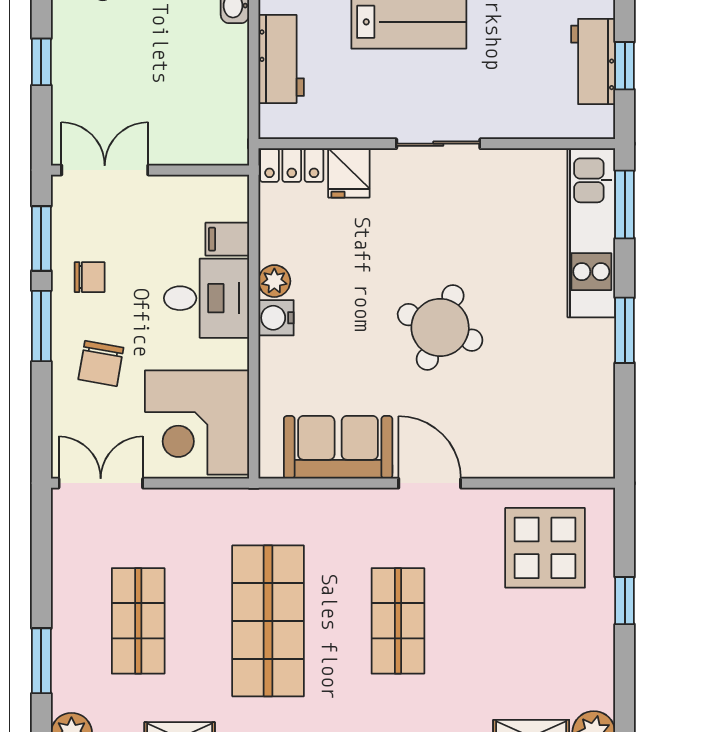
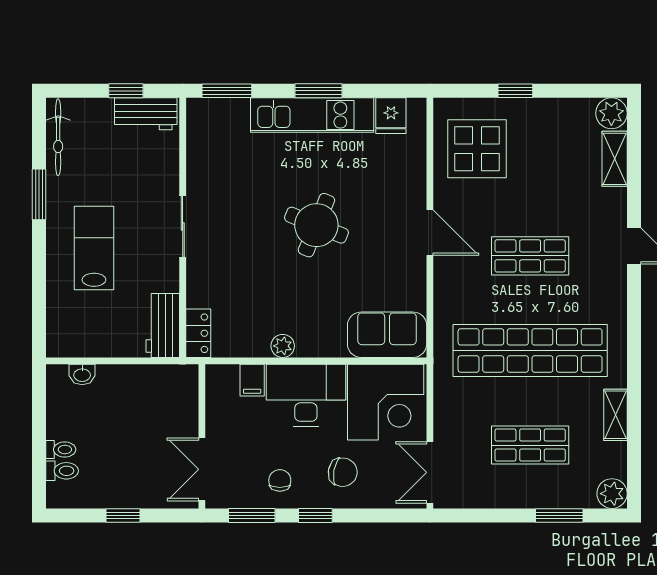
workbench: (281, 59) -> (163, 325), moved, turned -90
workbench: (593, 61) -> (146, 114), moved
fridge: (349, 173) -> (391, 116), moved, turned 90
kitchen unit: (591, 233) -> (312, 115), moved
desk: (207, 298) -> (306, 395), width x1.37
water cooler: (276, 318) -> (309, 345), removed
window: (41, 326) -> (315, 515), width x0.67
sofa: (338, 447) -> (387, 335), moved, turned 90
door: (430, 483) -> (430, 233), swing flipped
shop shelf: (268, 621) -> (530, 350), width x1.40

